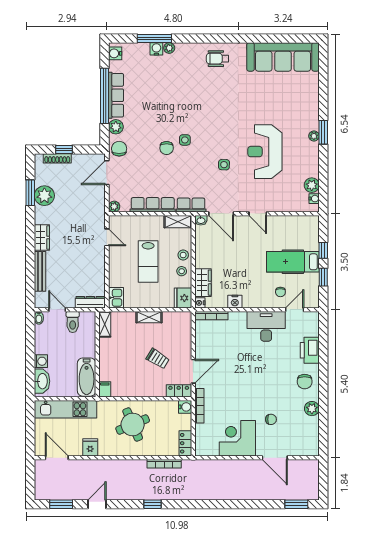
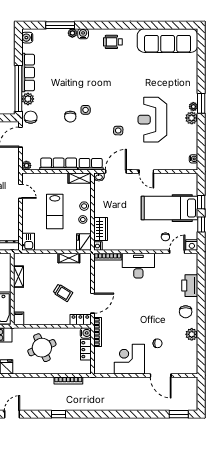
water cooler: (156, 49) -> (83, 34), moved
window: (104, 96) -> (18, 89), moved
plant: (312, 185) -> (192, 118), moved
door: (221, 214) -> (116, 172), swing flipped
hospital bed: (293, 262) -> (169, 208), width x1.37, depth x1.29
nightstand: (235, 302) -> (192, 245), moved
shelving: (149, 317) -> (69, 258), moved
shelving: (105, 324) -> (19, 277), moved
desk: (266, 326) -> (138, 266), moved
locker: (185, 443) -> (86, 350), moved

